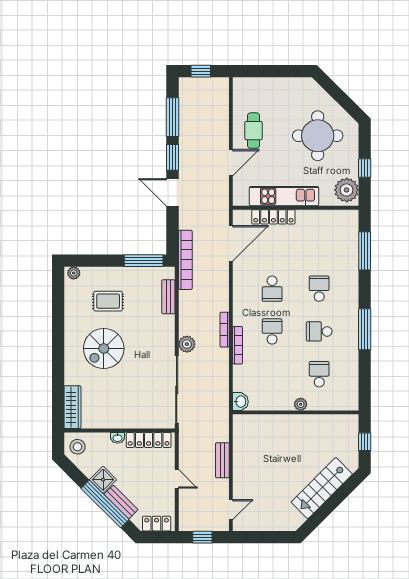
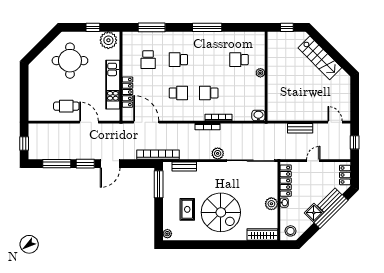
school desk: (319, 331) -> (148, 60), moved
spiral stairs: (104, 349) -> (221, 212), width x1.37, depth x1.37
plant: (116, 420) -> (271, 204), added

